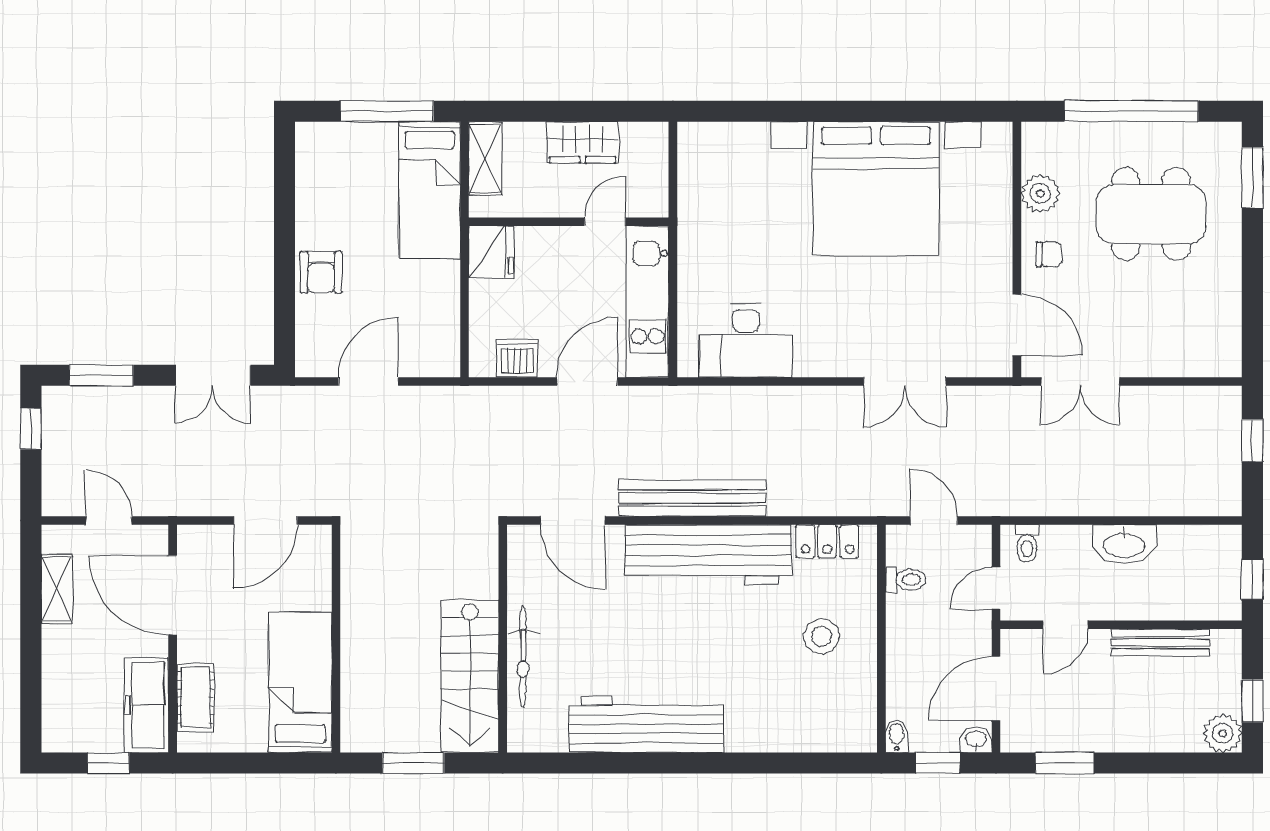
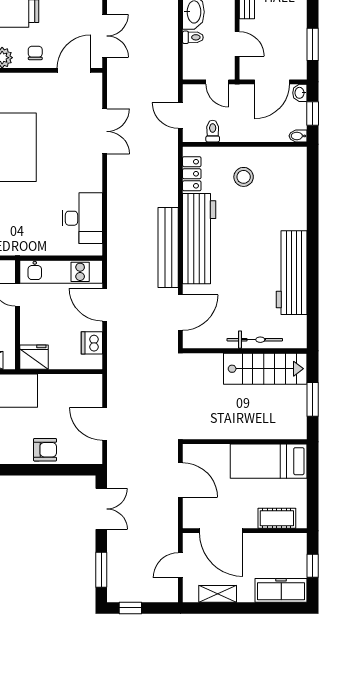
door: (934, 520) -> (180, 116), hinge flipped
toilet: (1027, 543) -> (193, 37), moved
door: (173, 595) -> (221, 531), hinge flipped
door: (996, 688) -> (272, 82), hinge flipped
freezer: (146, 705) -> (281, 590), moved, turned 180

